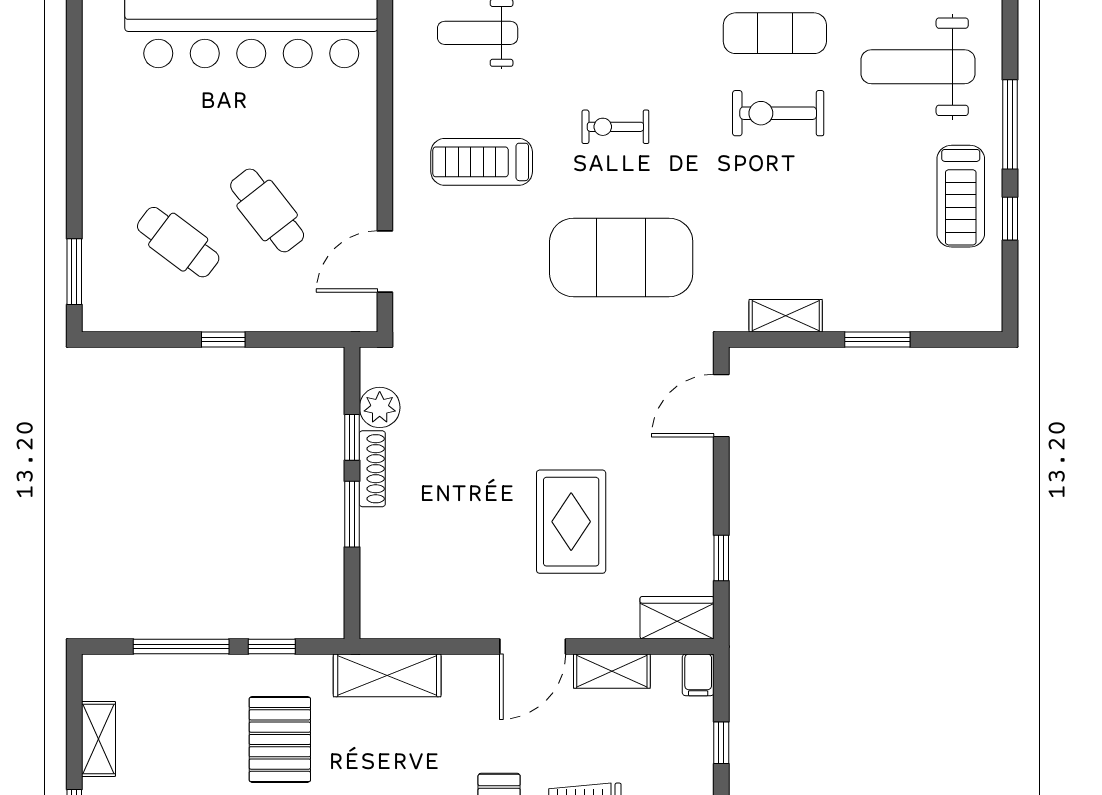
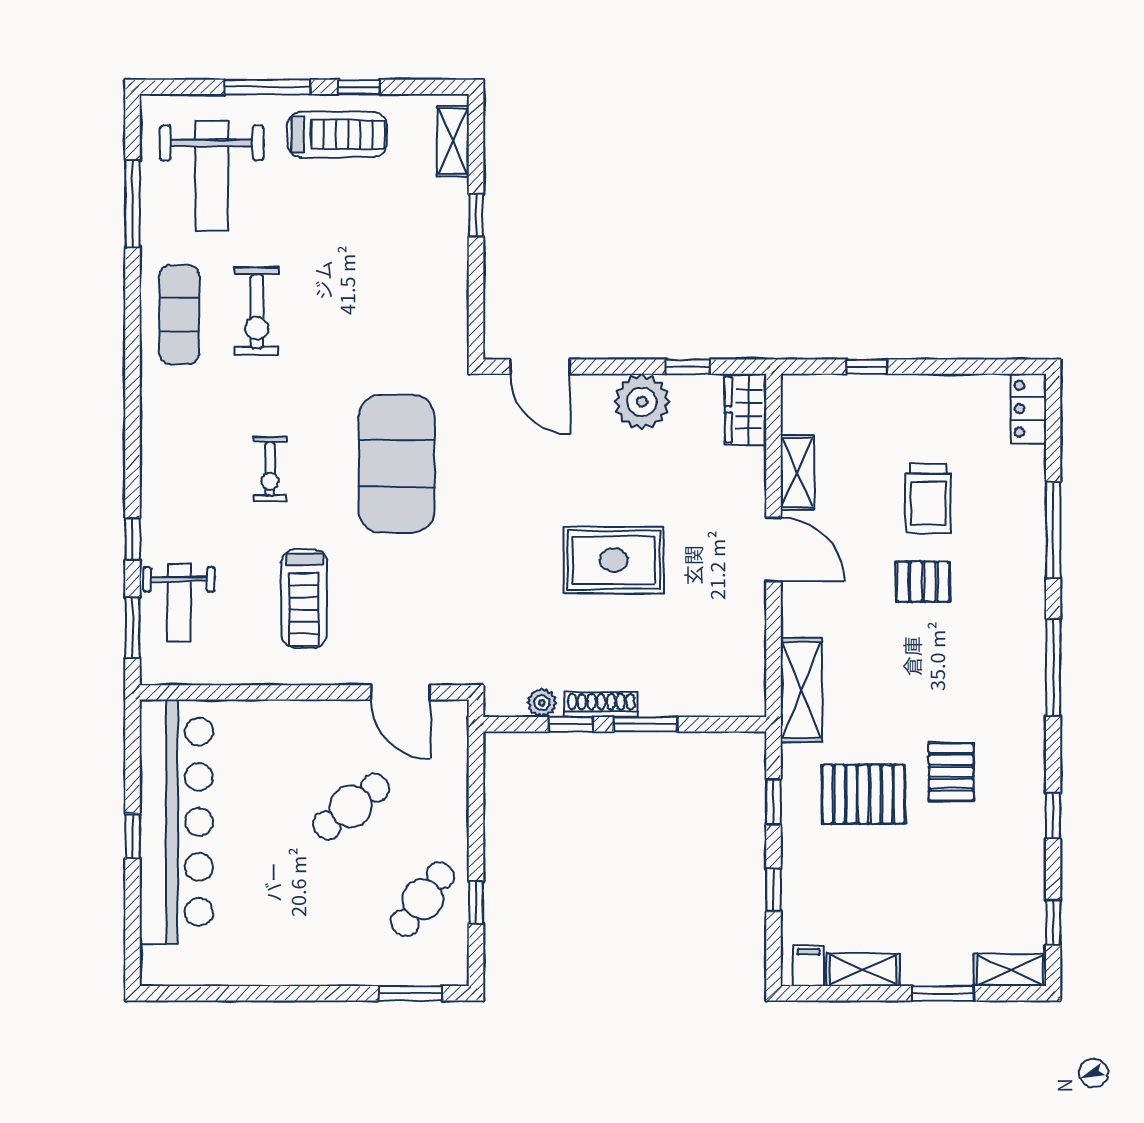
cafe table: (178, 242) -> (423, 899), moved
shelving: (786, 316) -> (453, 141), moved
window: (223, 339) -> (476, 902), moved
window: (877, 339) -> (476, 215), width x0.67
plant: (380, 407) -> (542, 703), width x0.73, depth x0.73
plant: (685, 511) -> (642, 402), added
rug: (571, 522) -> (614, 560), moved
window: (181, 647) -> (773, 890), width x0.46
filing cabinet: (698, 675) -> (809, 966), moved, turned -90

